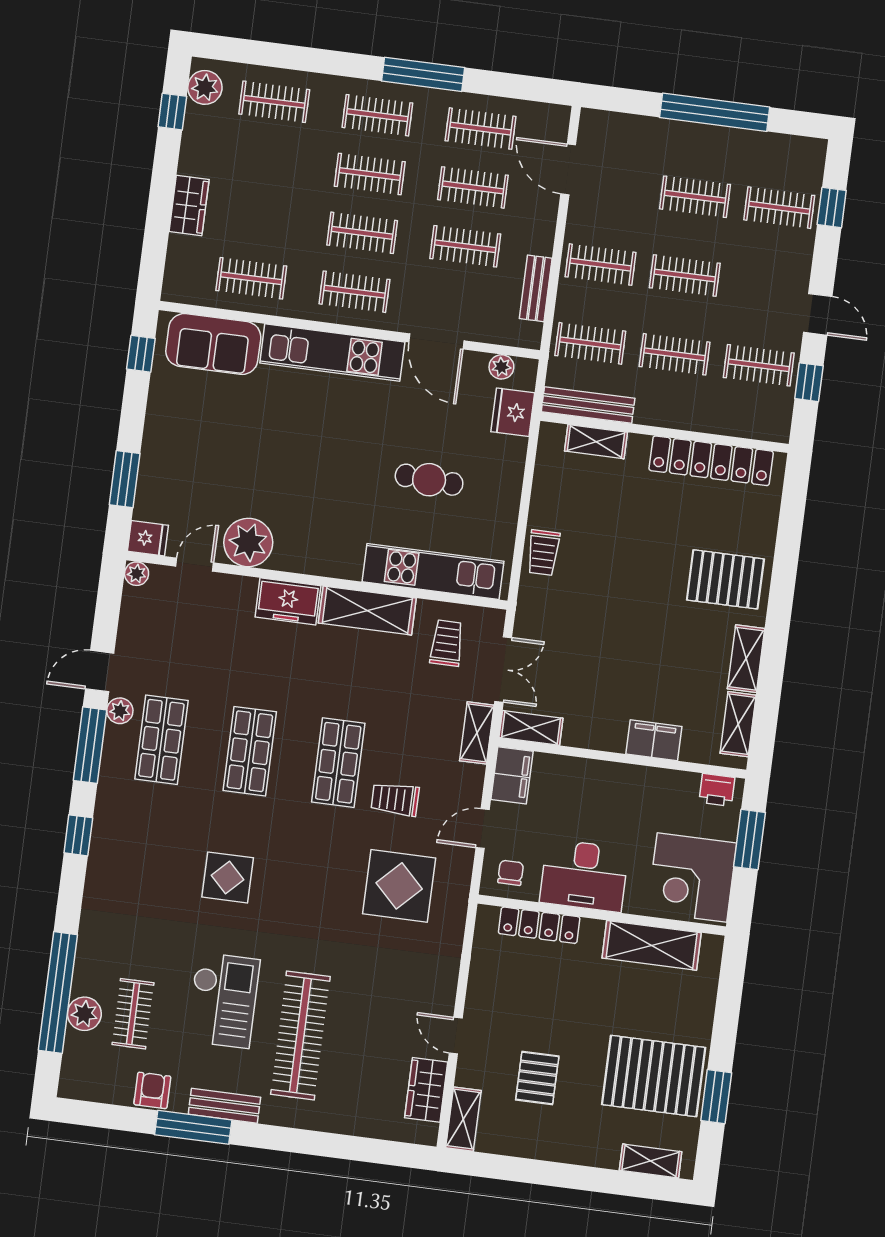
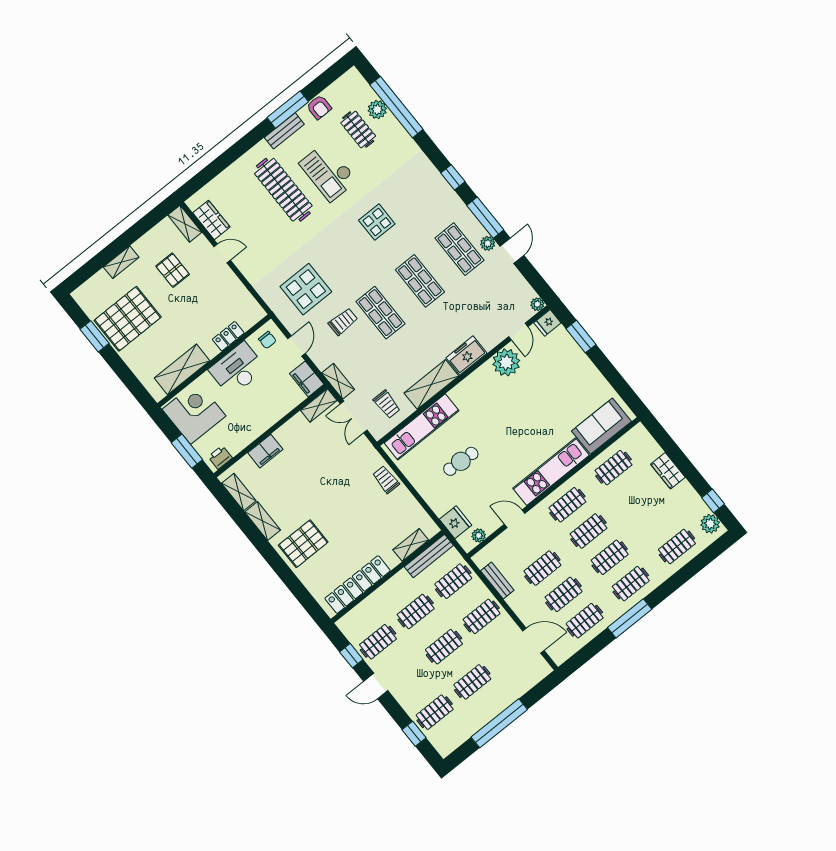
door: (436, 341) -> (515, 519), width x0.73
window: (141, 354) -> (626, 393), removed
locker: (539, 925) -> (228, 336), width x0.66
shelving: (651, 1161) -> (121, 262), moved

